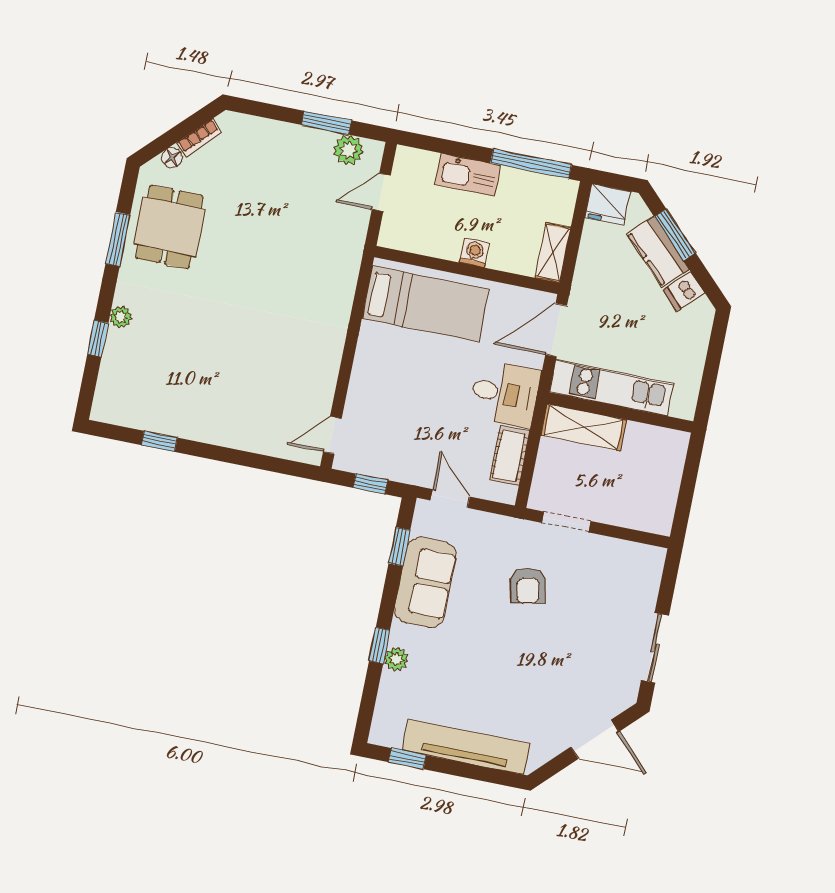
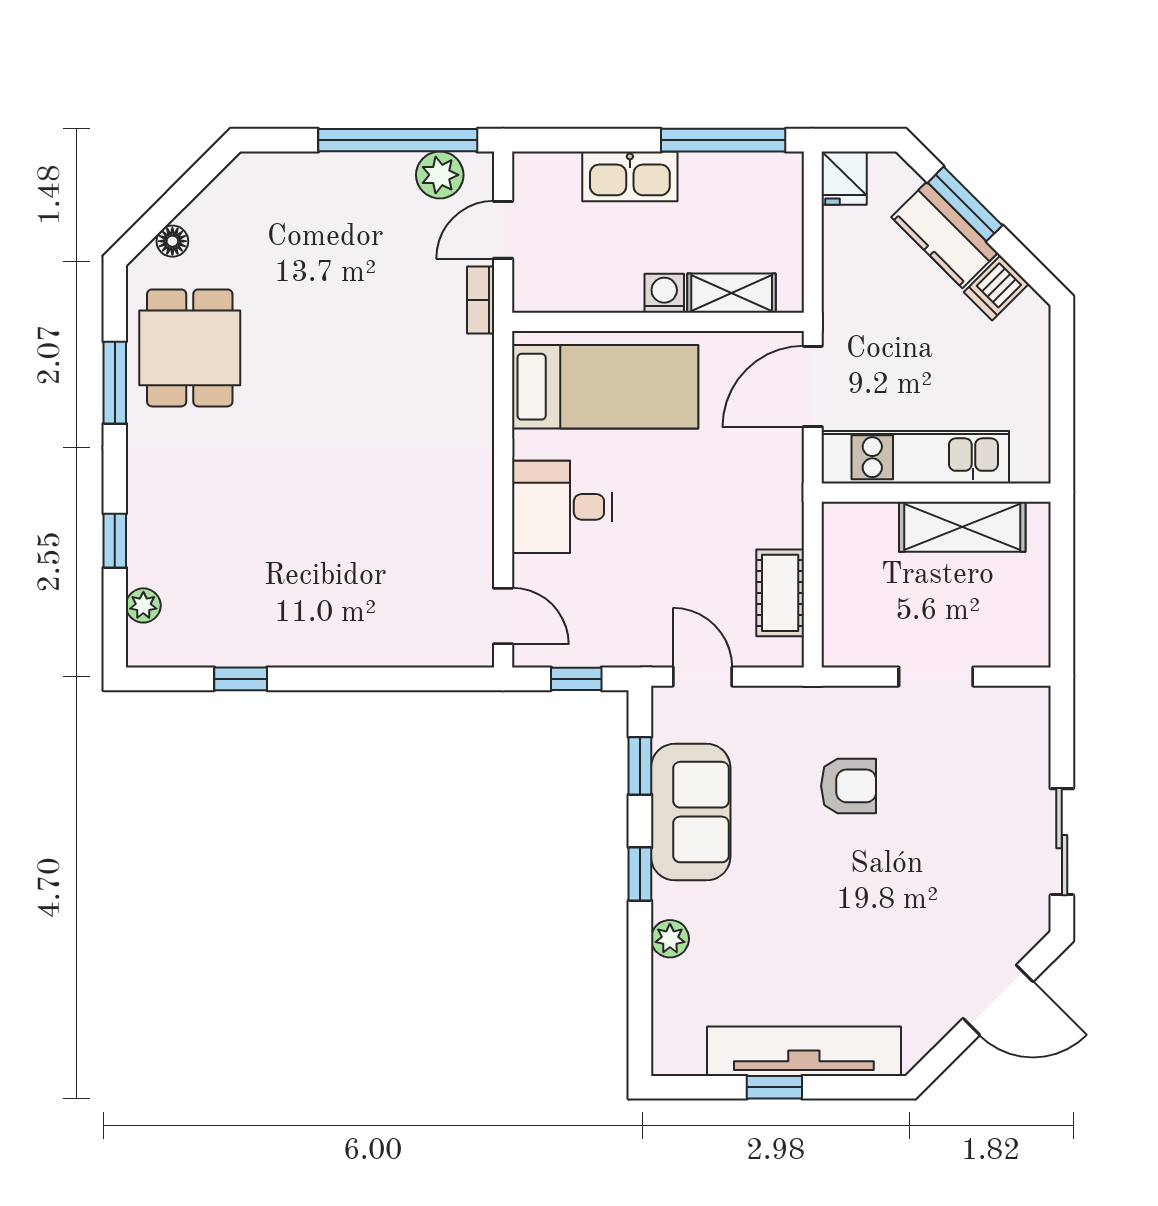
window: (326, 123) -> (398, 140), width x2.11
bookcase: (199, 138) -> (481, 300), moved, turned 135
fridge: (608, 204) -> (844, 178), width x0.72
shelving: (553, 253) -> (732, 293), moved, turned 90
plant: (121, 317) -> (143, 605), moved
desk: (505, 394) -> (562, 507), moved, turned 180
shelving: (584, 427) -> (962, 527), moved
door: (332, 435) -> (503, 616), swing flipped
doorway: (566, 522) -> (936, 677), moved
armchair: (528, 586) -> (849, 786), turned -79
window: (379, 646) -> (640, 874), moved
window: (407, 759) -> (774, 1087), moved

